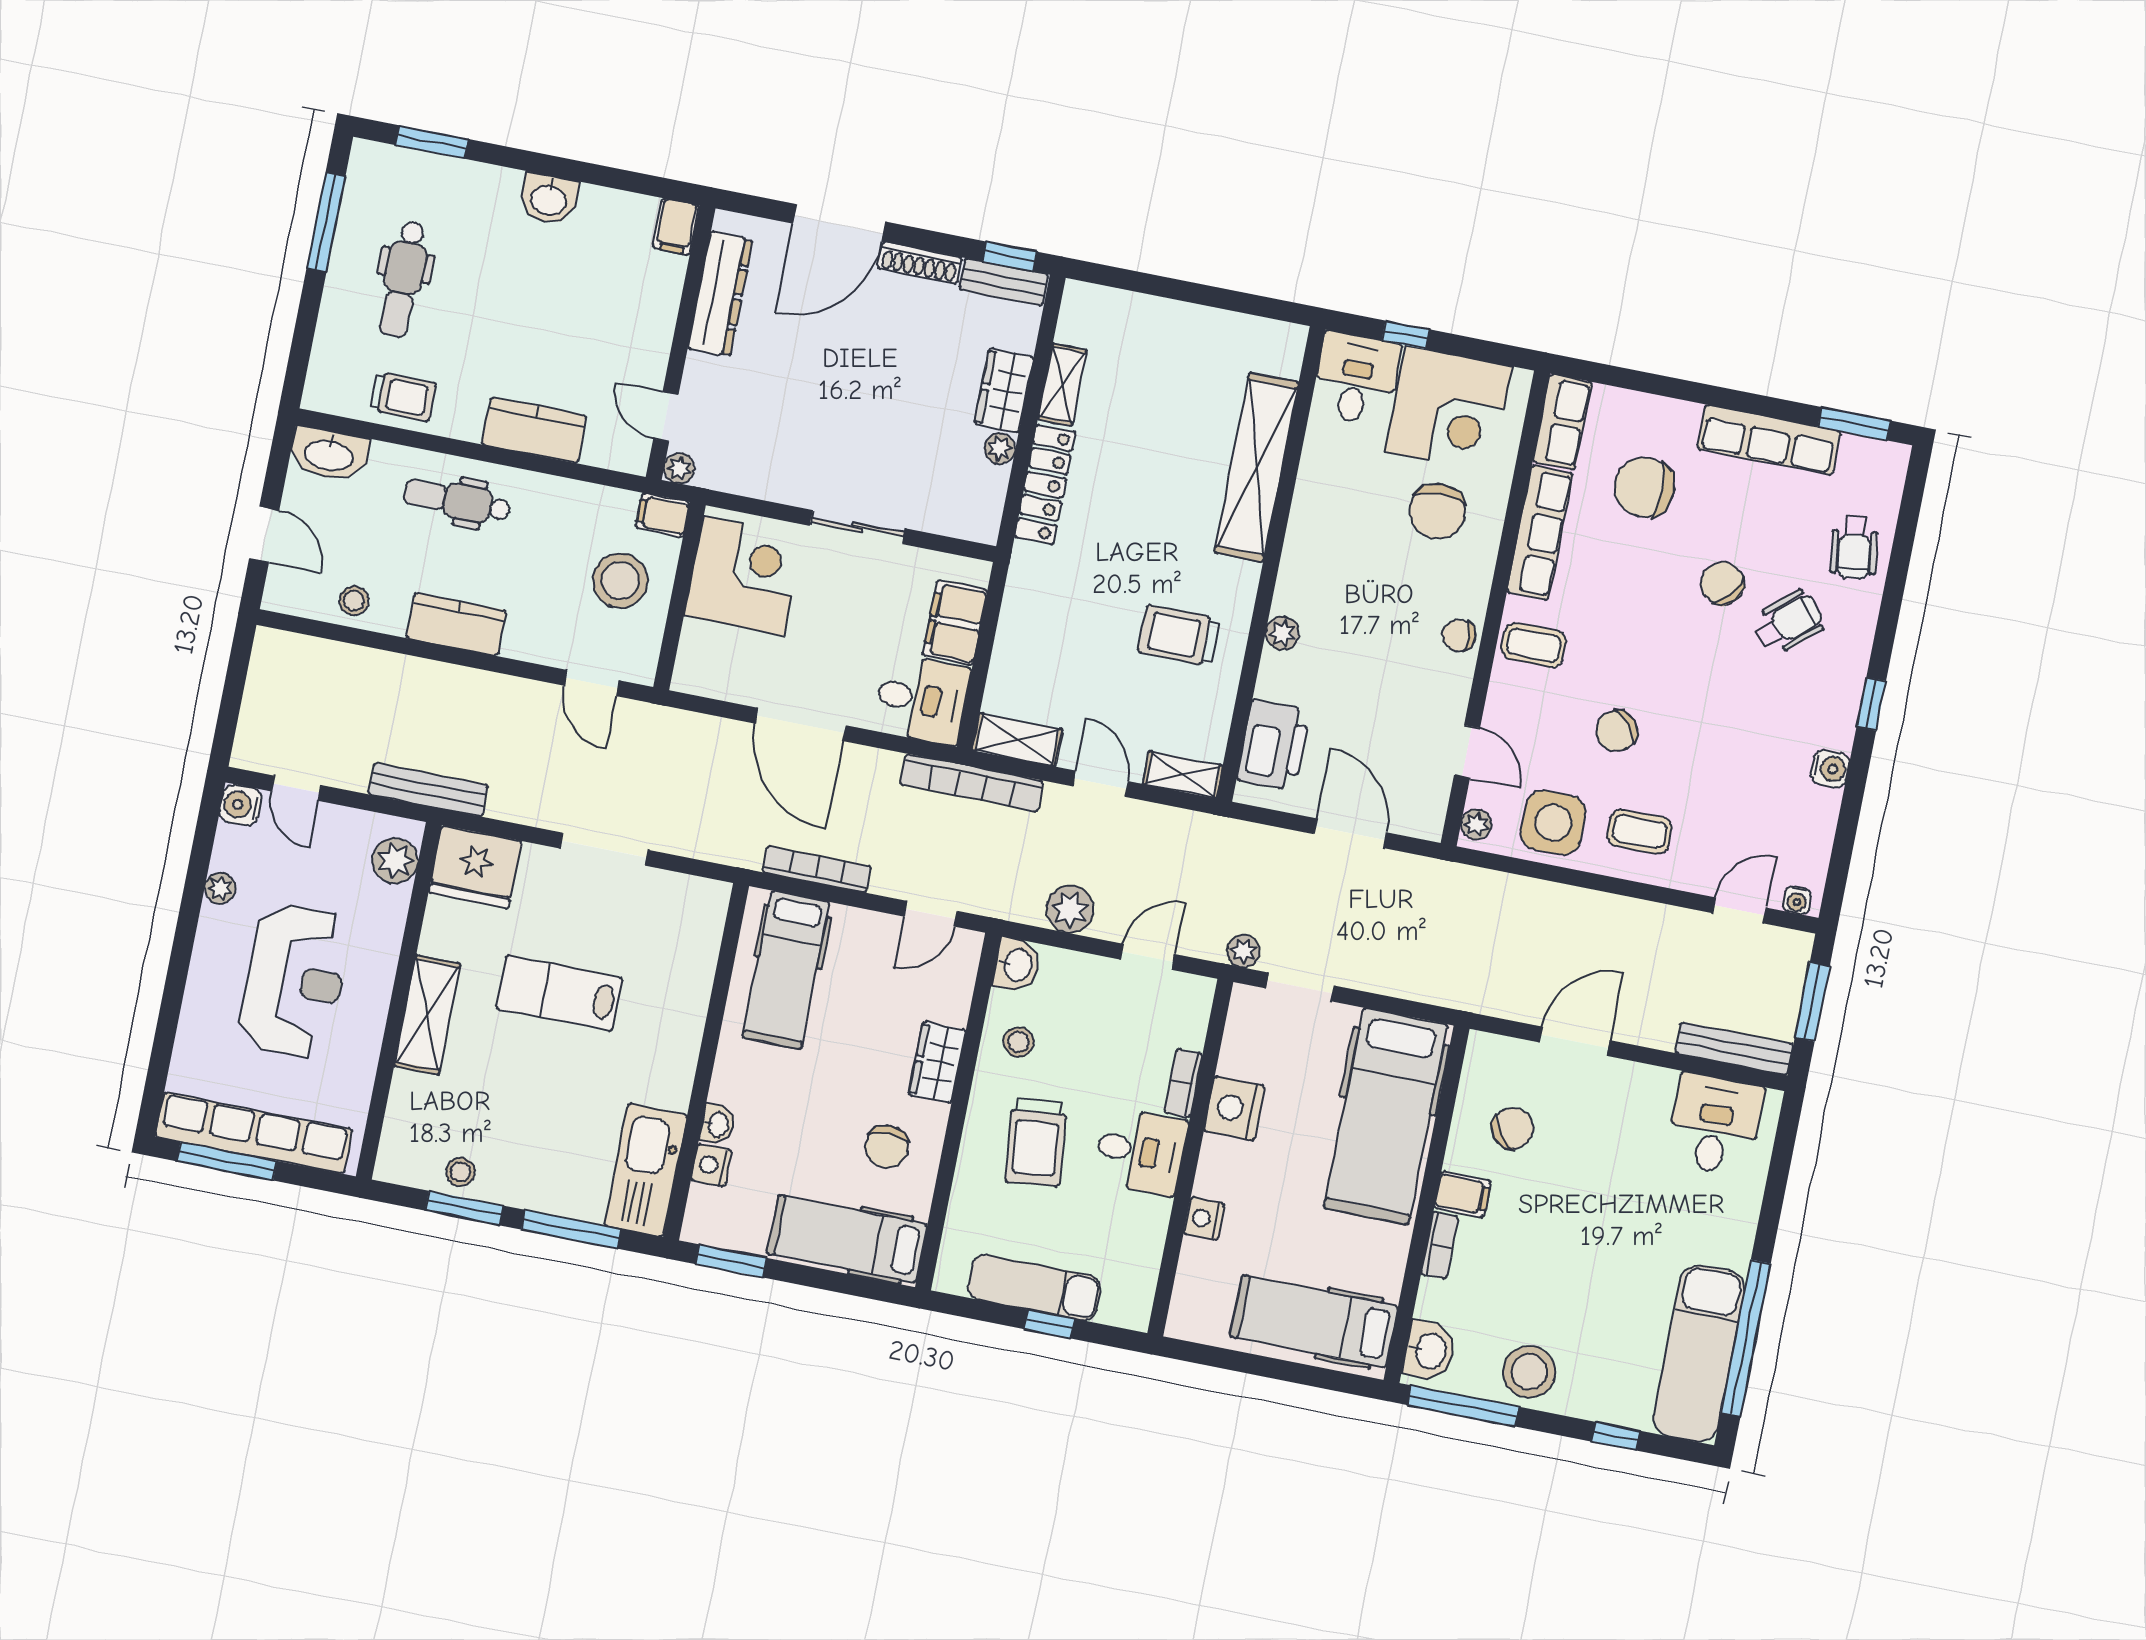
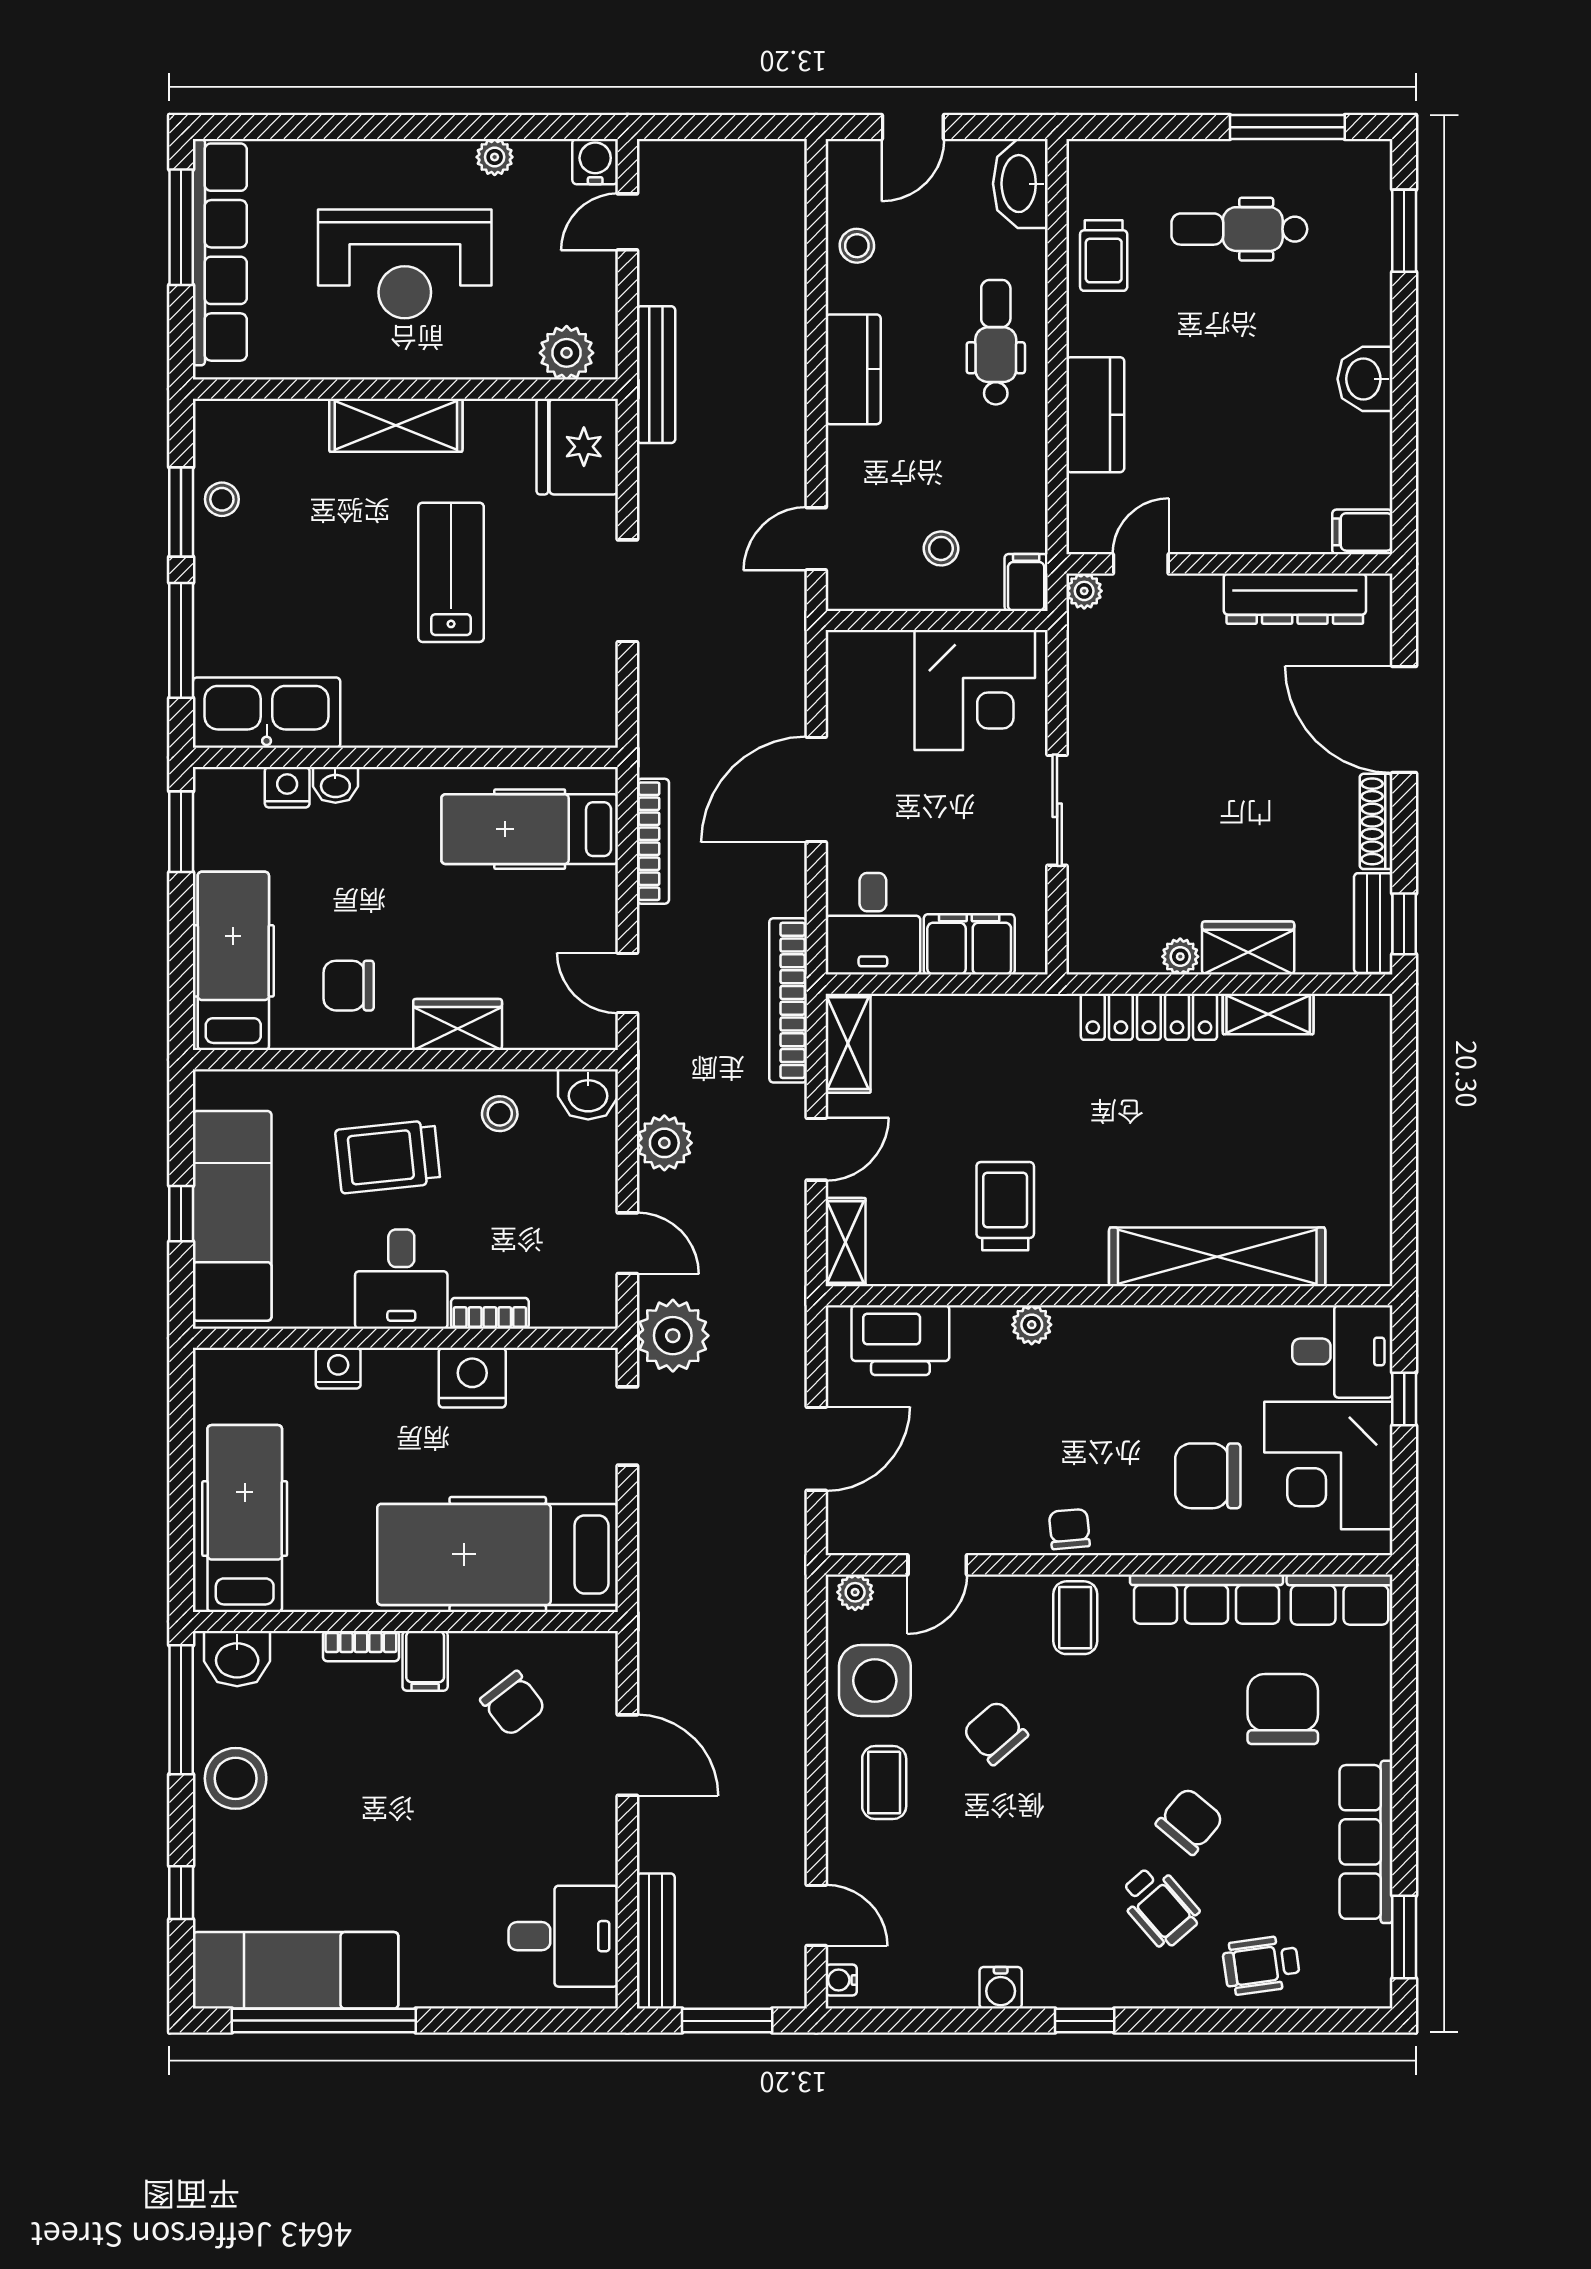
stool: (620, 581) -> (941, 548), width x0.53, depth x0.53
plant: (1243, 951) -> (673, 1336), width x1.88, depth x1.88
exam couch: (1034, 1287) -> (232, 1216), width x1.36, depth x1.45

